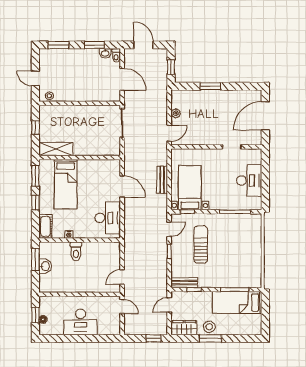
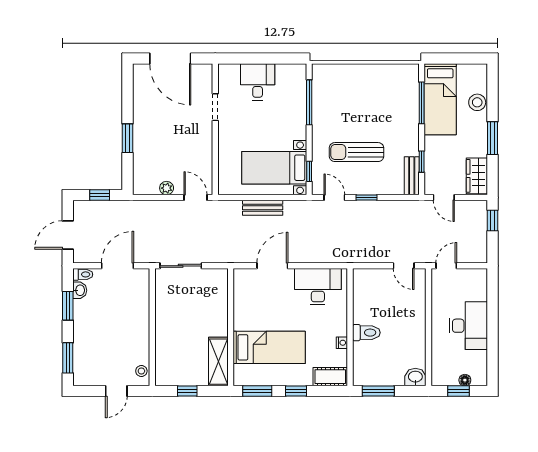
desk: (249, 181) -> (258, 82), width x0.73
washbasin: (45, 266) -> (415, 377), moved
stool: (209, 327) -> (477, 102), moved

